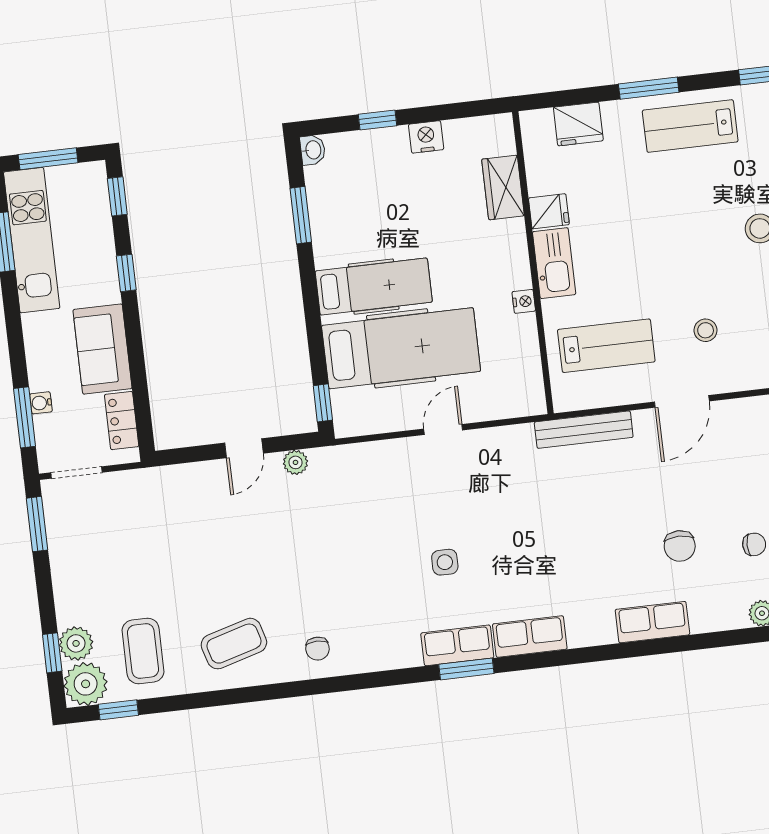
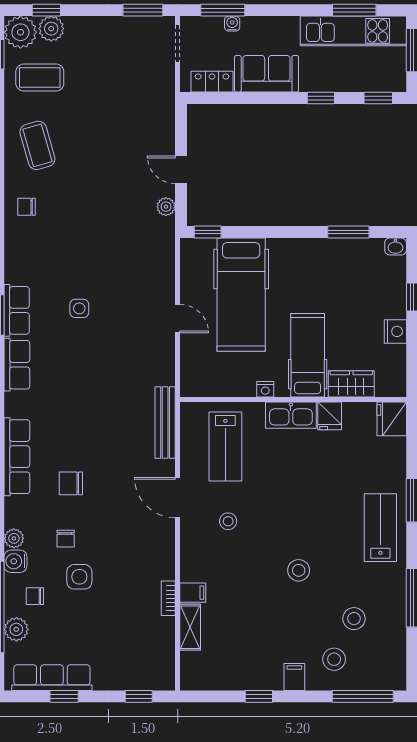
fridge: (578, 124) -> (392, 419), moved
hospital bed: (374, 287) -> (308, 355), moved, turned 180
row of seats: (652, 622) -> (17, 457), width x1.48

